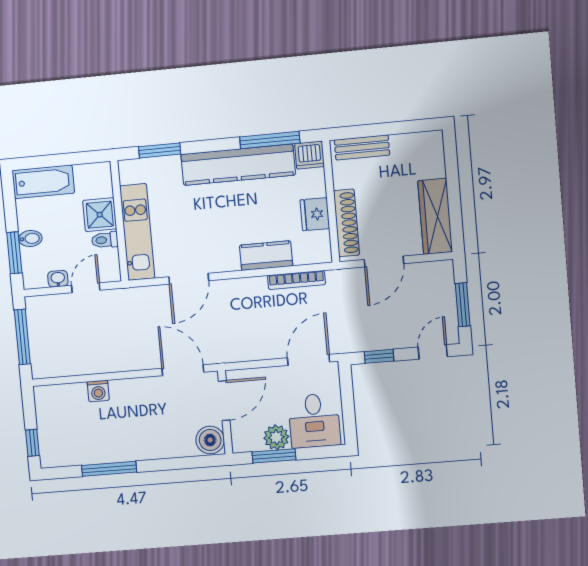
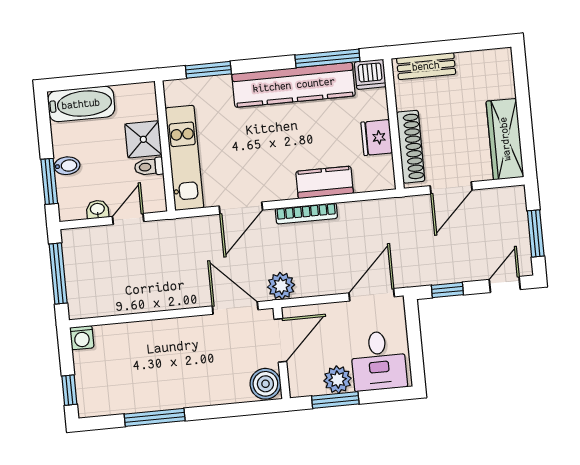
bookcase: (296, 280) -> (306, 213), moved
plant: (225, 351) -> (281, 286), added
washing machine: (98, 391) -> (82, 338), moved

